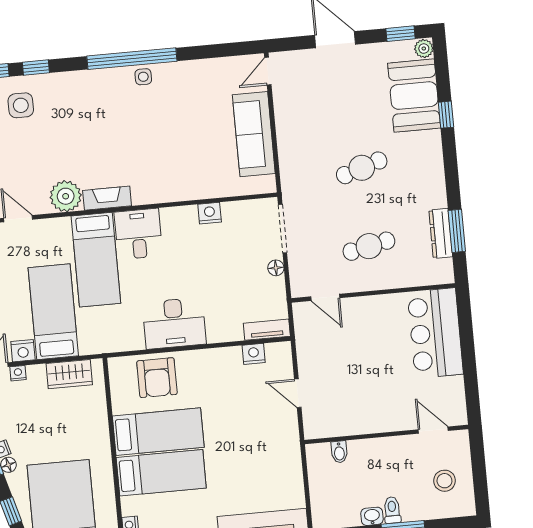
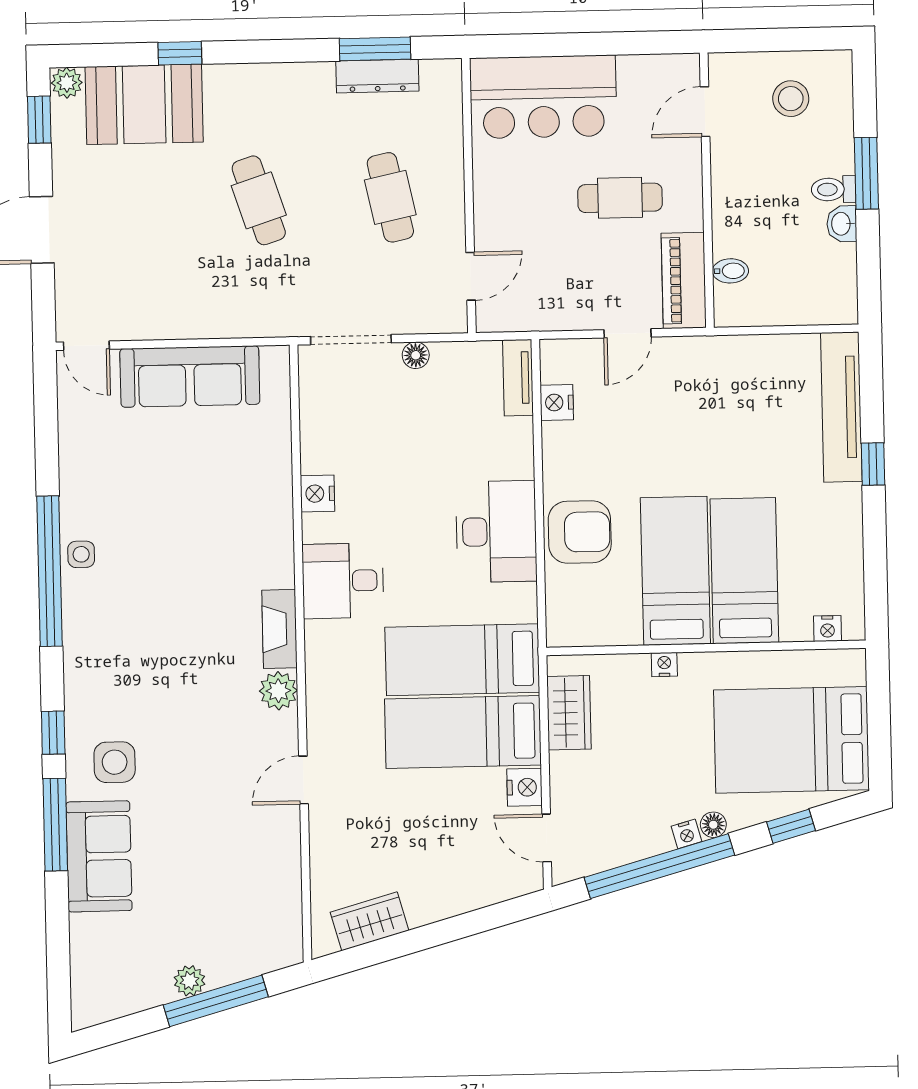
plant: (66, 196) -> (278, 691), width x0.73, depth x0.73
nightstand: (210, 213) -> (317, 494), moved
bed: (96, 260) -> (462, 660), moved, turned 180
nightstand: (18, 373) -> (664, 664), moved, turned 90
armchair: (157, 378) -> (580, 532), moved
cafe table: (378, 383) -> (620, 198), added
piano: (332, 424) -> (684, 280), added

